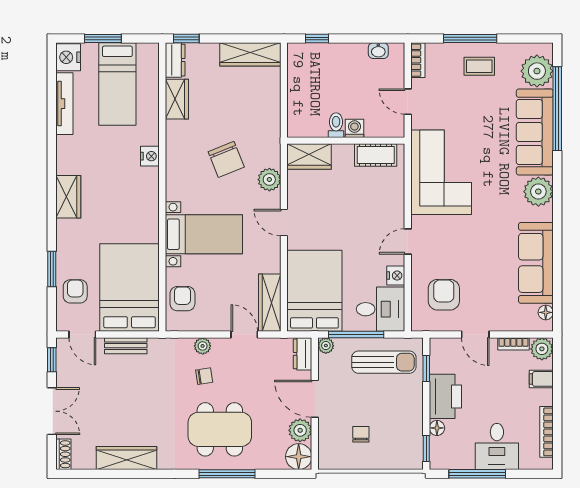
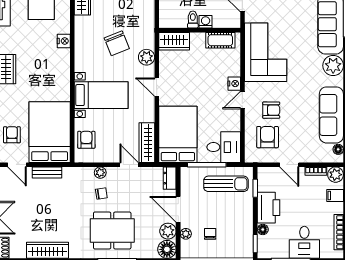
armchair: (449, 256) -> (271, 110), added
nightstand: (396, 276) -> (234, 84), moved
plant: (326, 346) -> (186, 234), moved

